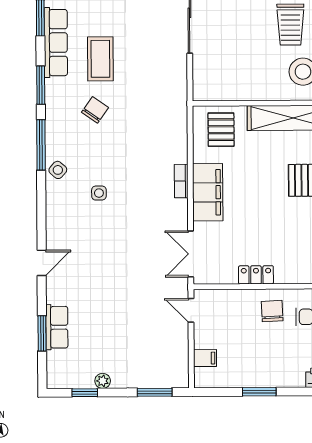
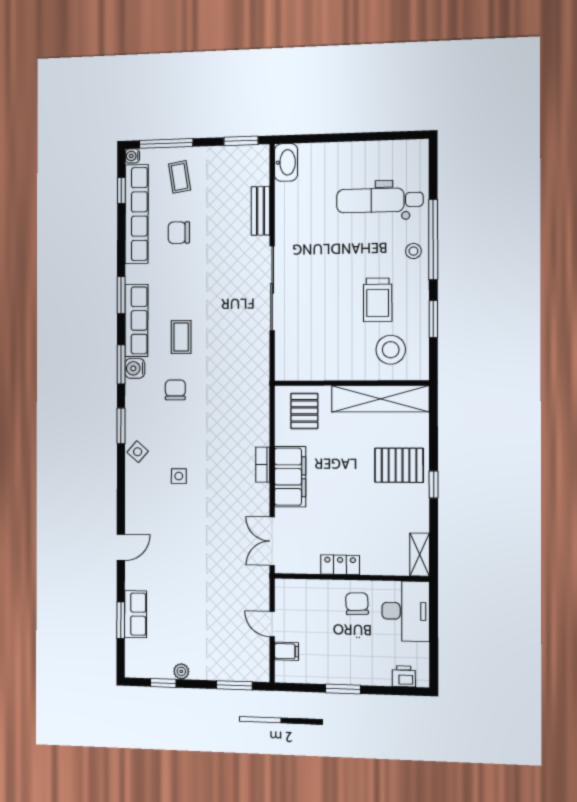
coffee table: (100, 59) -> (181, 337), width x0.73, depth x0.77
water cooler: (55, 89) -> (135, 368), added
chair: (95, 110) -> (175, 390), turned -35
window: (41, 145) -> (121, 426), width x0.69
door: (191, 310) -> (272, 624), moved

